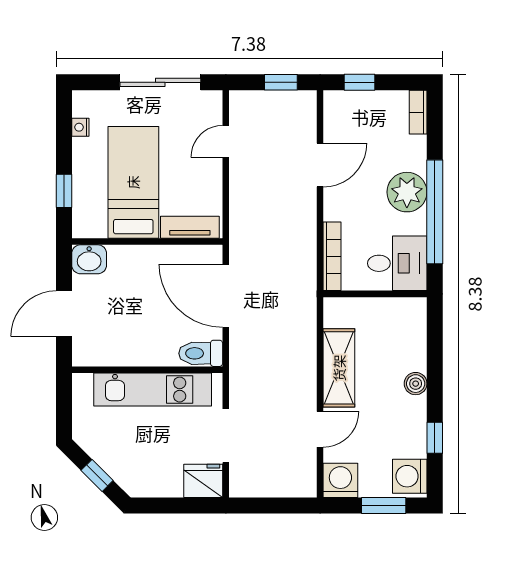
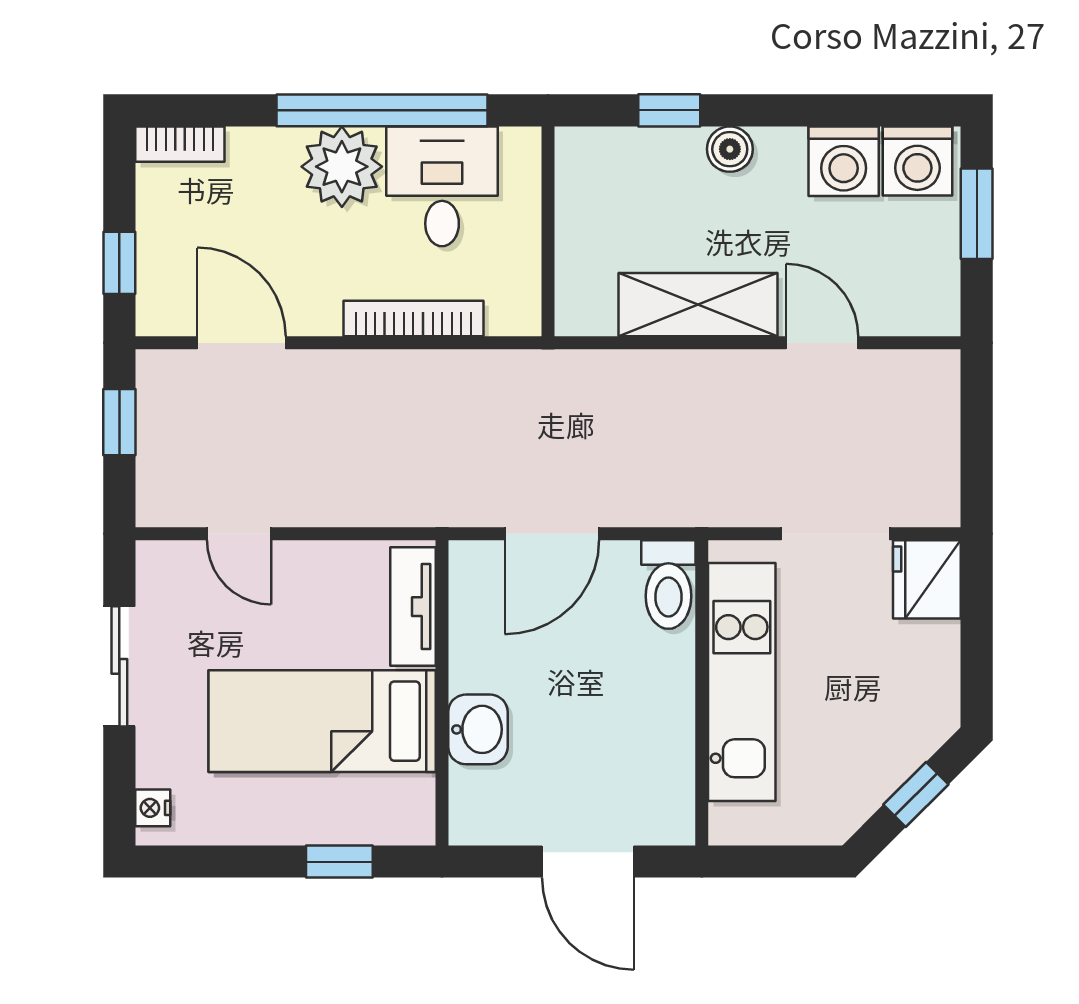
sliding door: (160, 82) -> (119, 666), width x0.73
nightstand: (80, 127) -> (153, 808), moved, turned 90
door: (320, 165) -> (241, 343), moved
bookcase: (332, 256) -> (413, 319), moved
washbasin: (89, 259) -> (478, 729), moved
desk: (397, 263) -> (442, 186), moved
door: (226, 296) -> (552, 534), width x0.73
window: (435, 438) -> (669, 110), moved
washing machine: (340, 480) -> (844, 161), moved, turned -90

